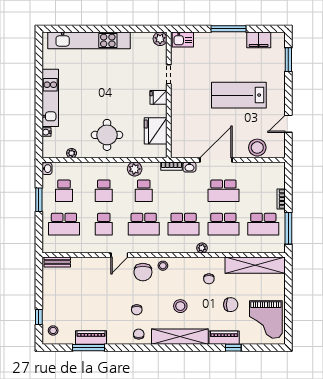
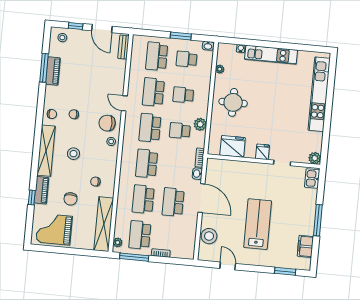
school desk: (104, 224) -> (153, 92), width x1.85
plant: (202, 248) -> (118, 242), moved
door: (39, 288) -> (102, 29), added

